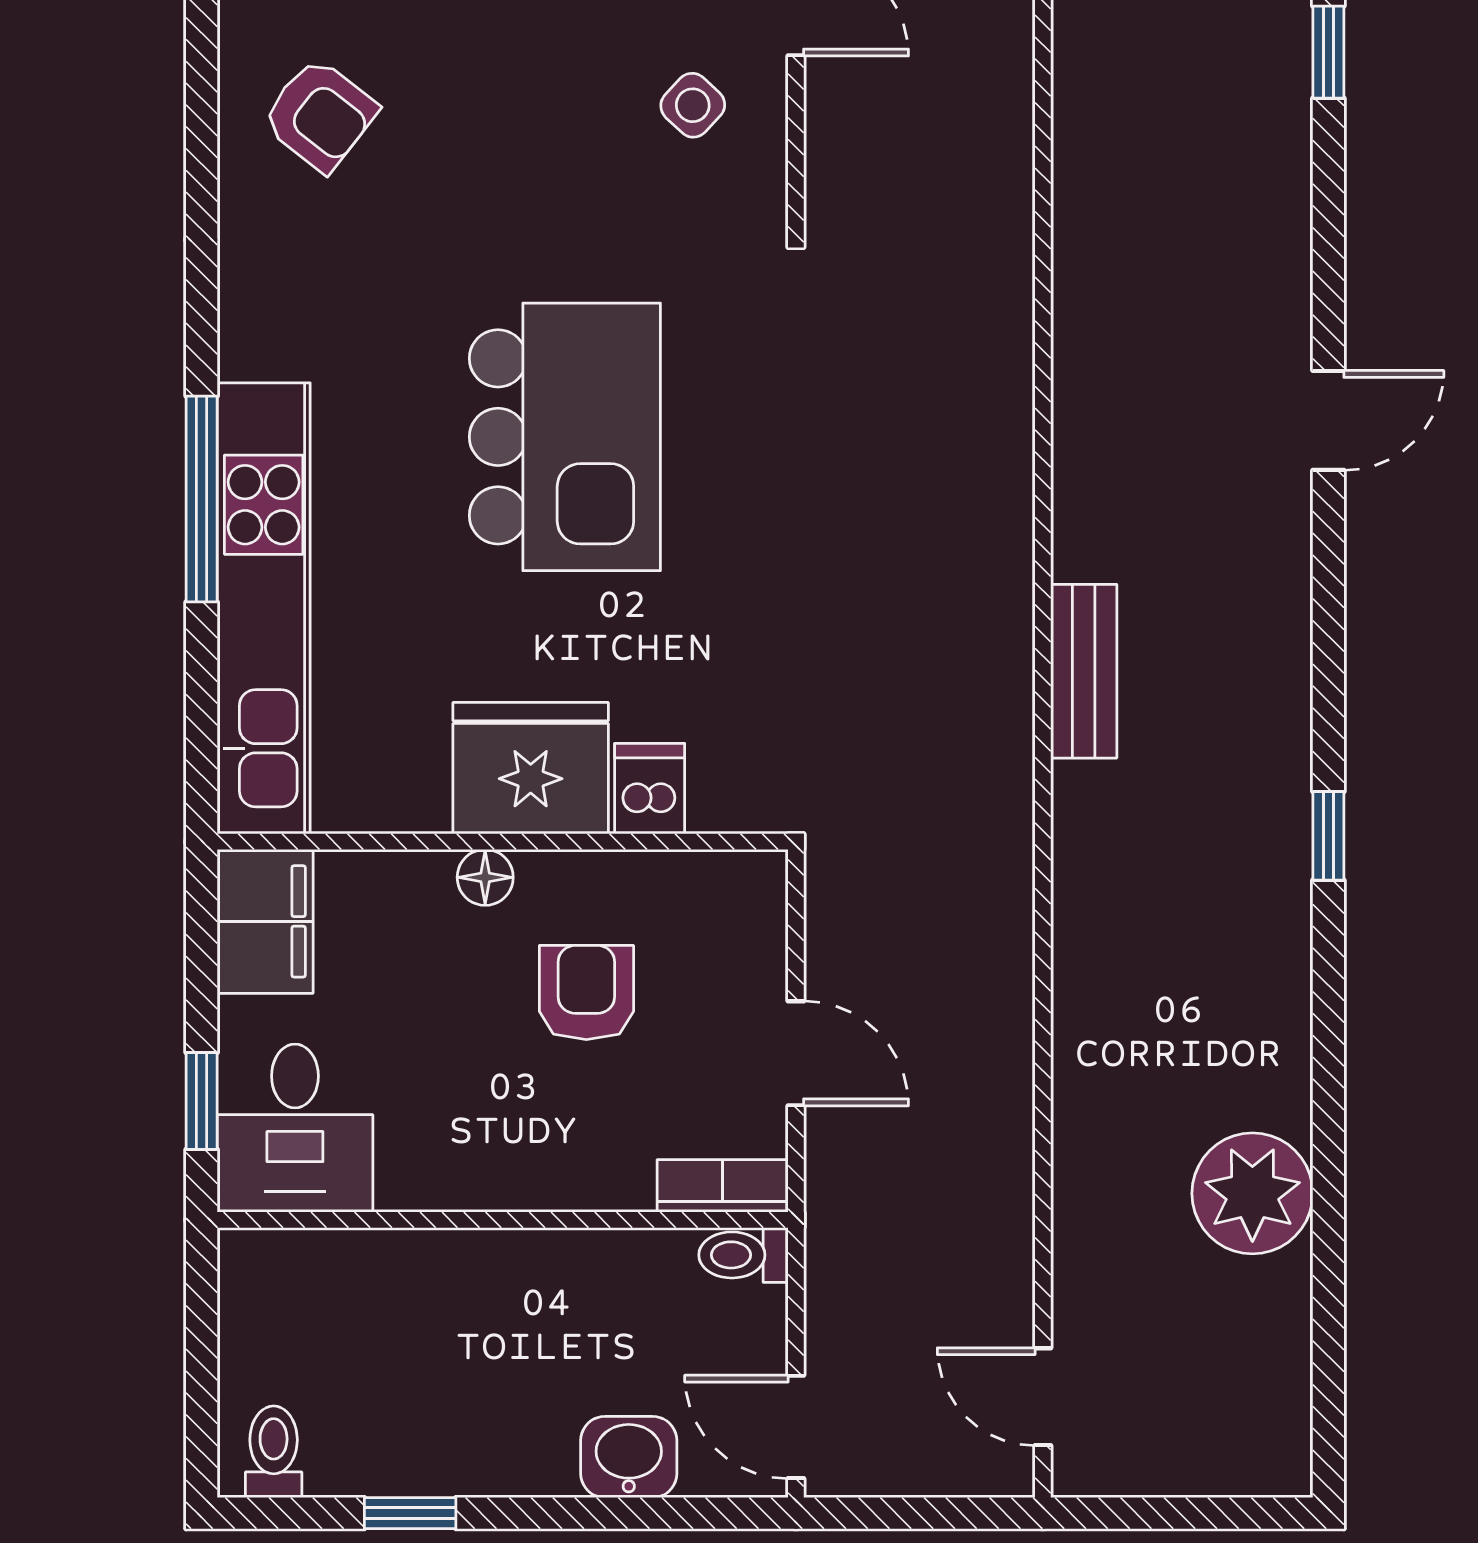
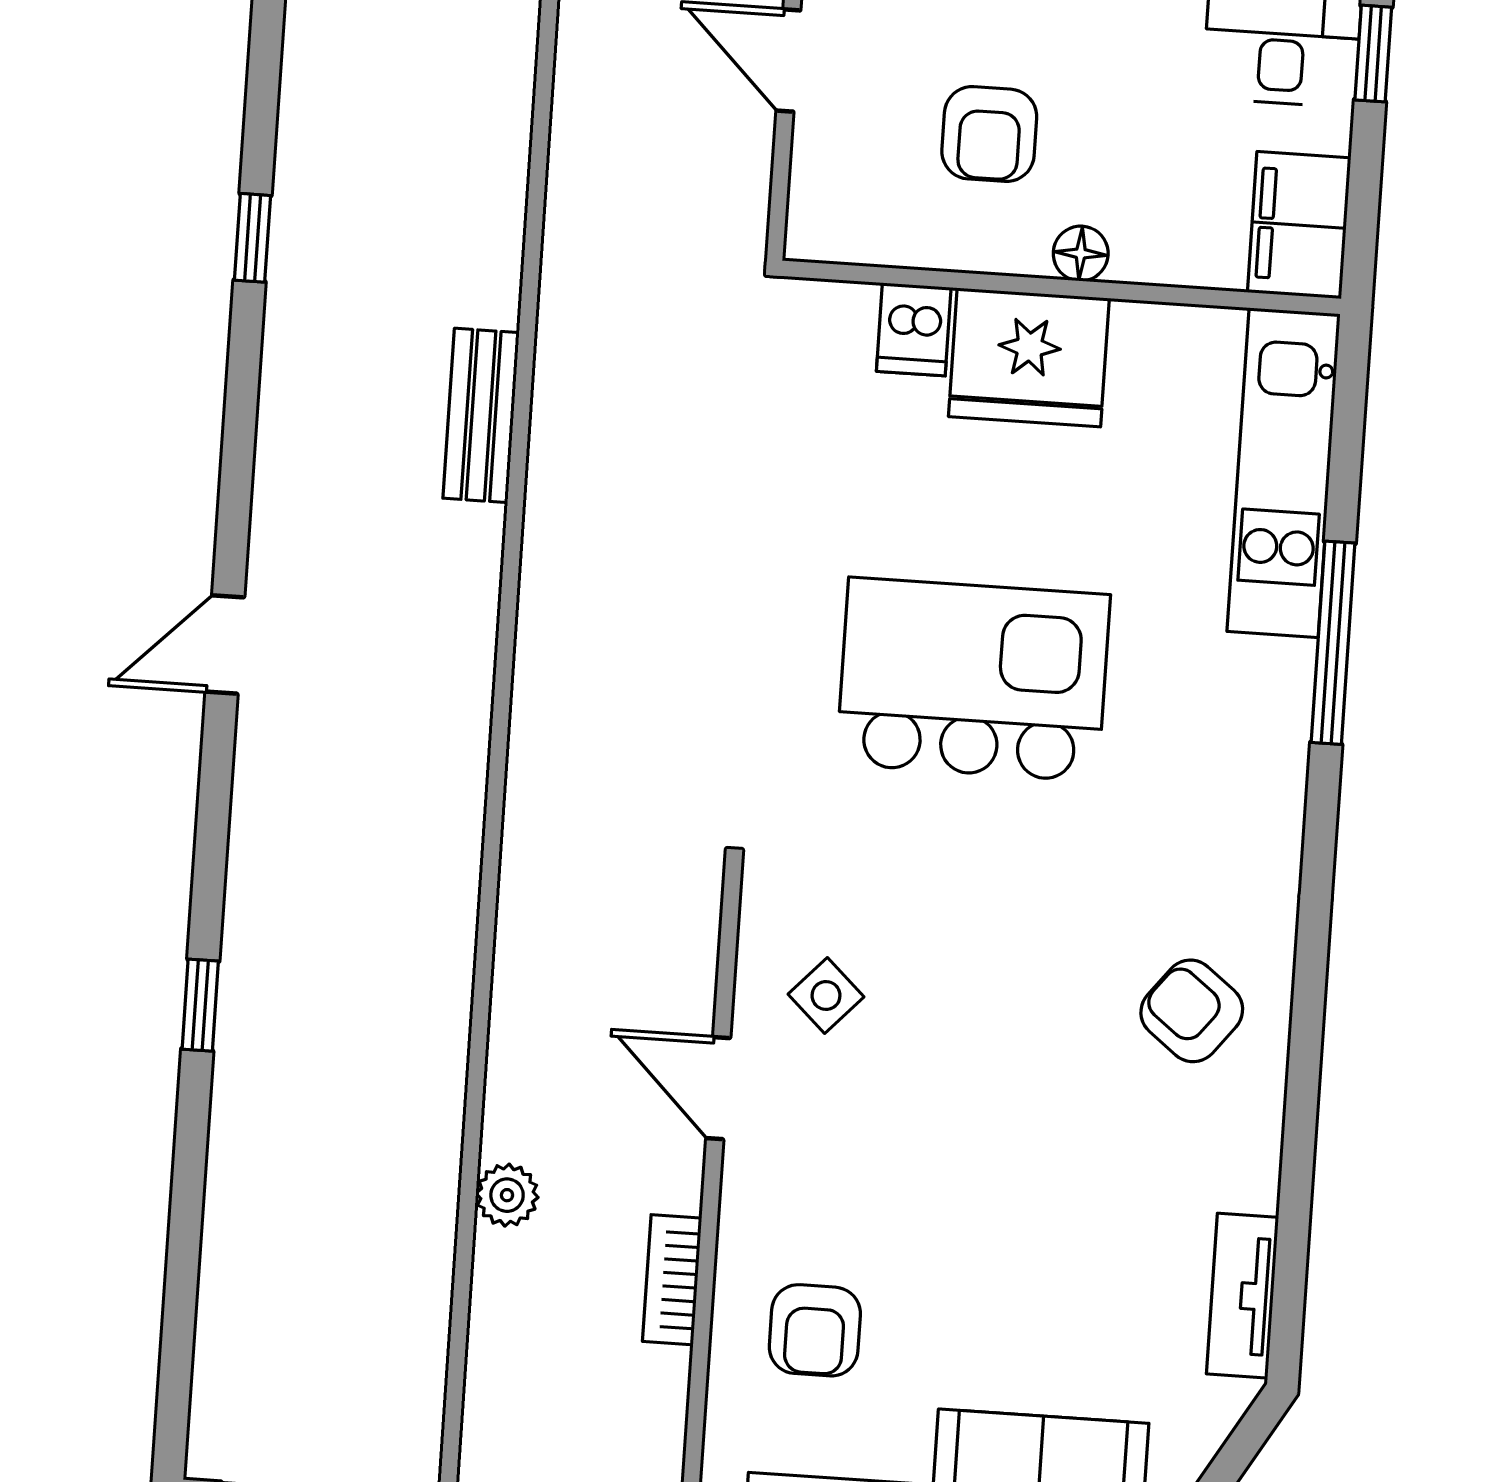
kitchen island: (565, 437) -> (973, 679), turned 90
kitchen unit: (264, 608) -> (1284, 473), width x0.73

